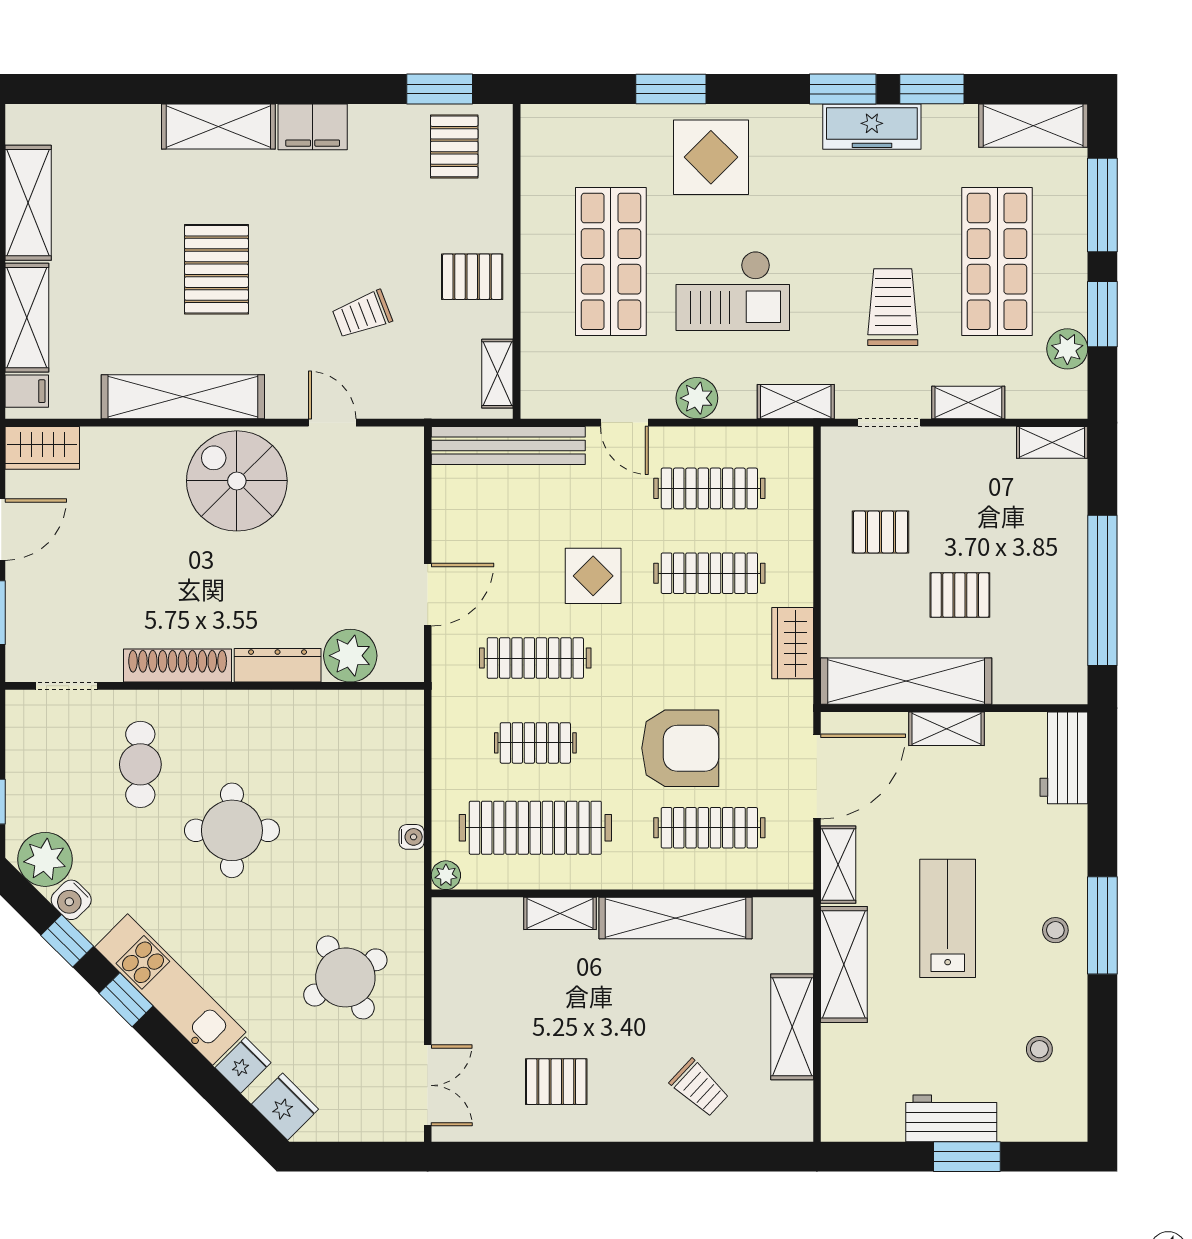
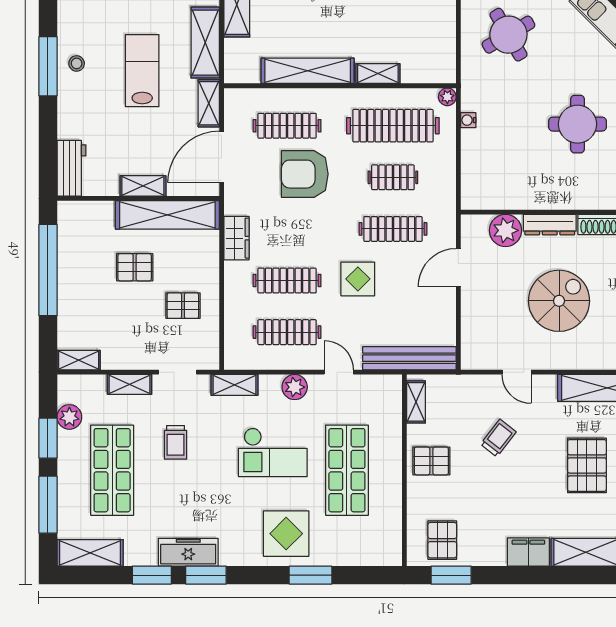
checkout: (733, 291) -> (273, 452), turned 180
trolley: (893, 307) -> (176, 442), width x0.73, depth x0.72
trolley: (362, 314) -> (498, 438), turned -31
spiral stairs: (237, 481) -> (559, 301), moved, turned -90
lab bench: (948, 918) -> (142, 71), turned 180

